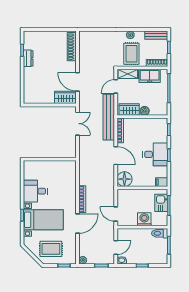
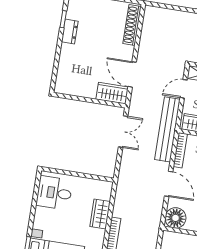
wardrobe: (70, 185) -> (100, 214), added
desk: (35, 191) -> (54, 193), moved

